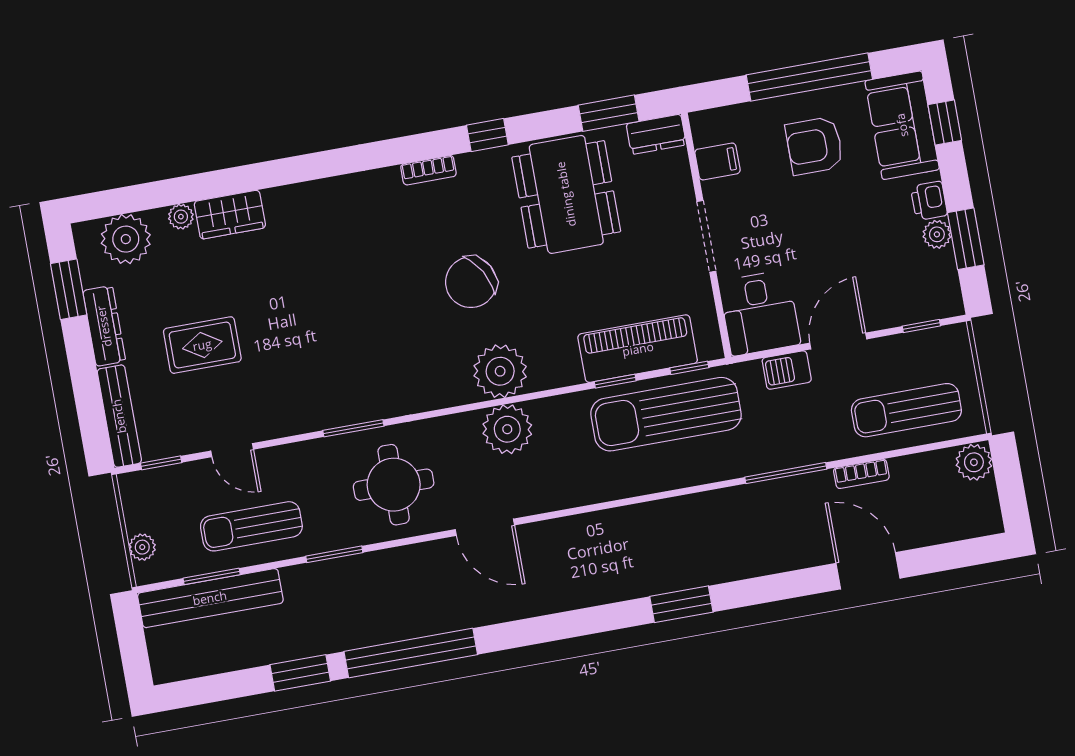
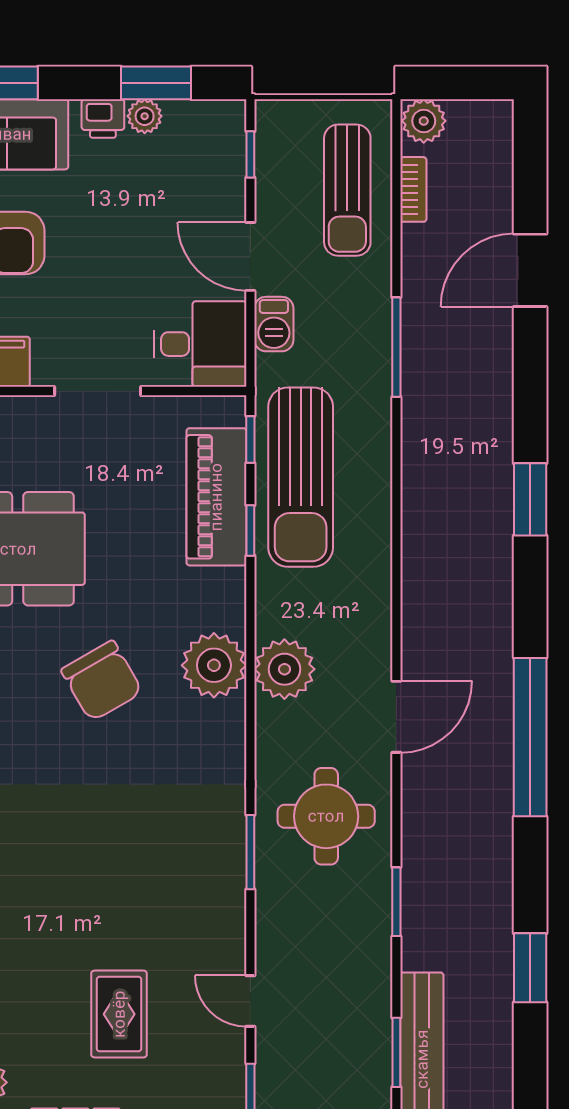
door: (232, 450) -> (250, 1001), swing flipped
bookcase: (861, 474) -> (413, 189), moved
sun lounger: (251, 526) -> (345, 994), removed
window: (411, 653) -> (530, 737), moved

